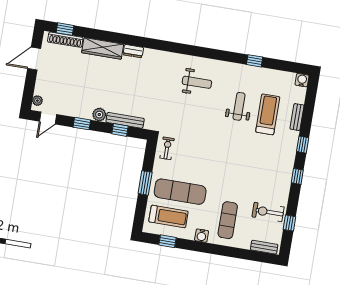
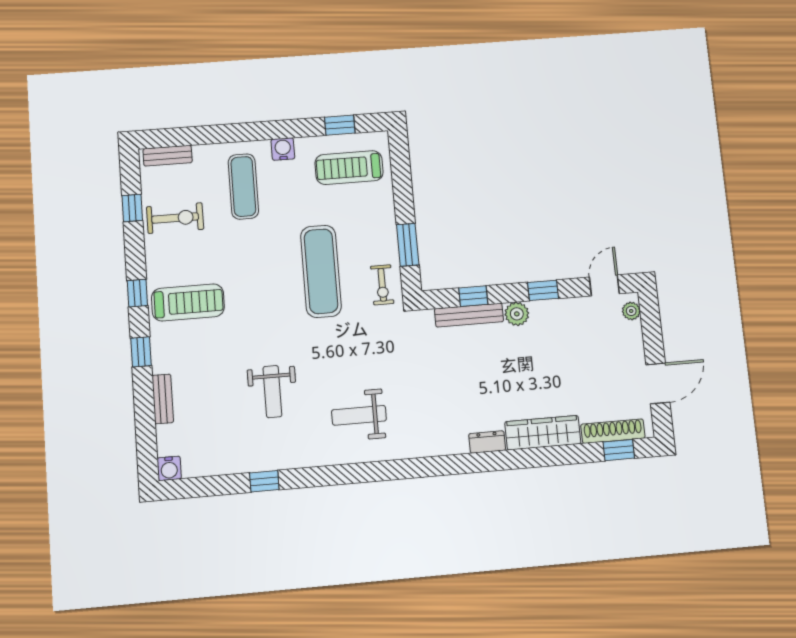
treadmill: (268, 114) -> (188, 302), moved, turned -90
window: (145, 183) -> (408, 245), moved
exercise mat: (180, 192) -> (321, 271), moved, turned 90

